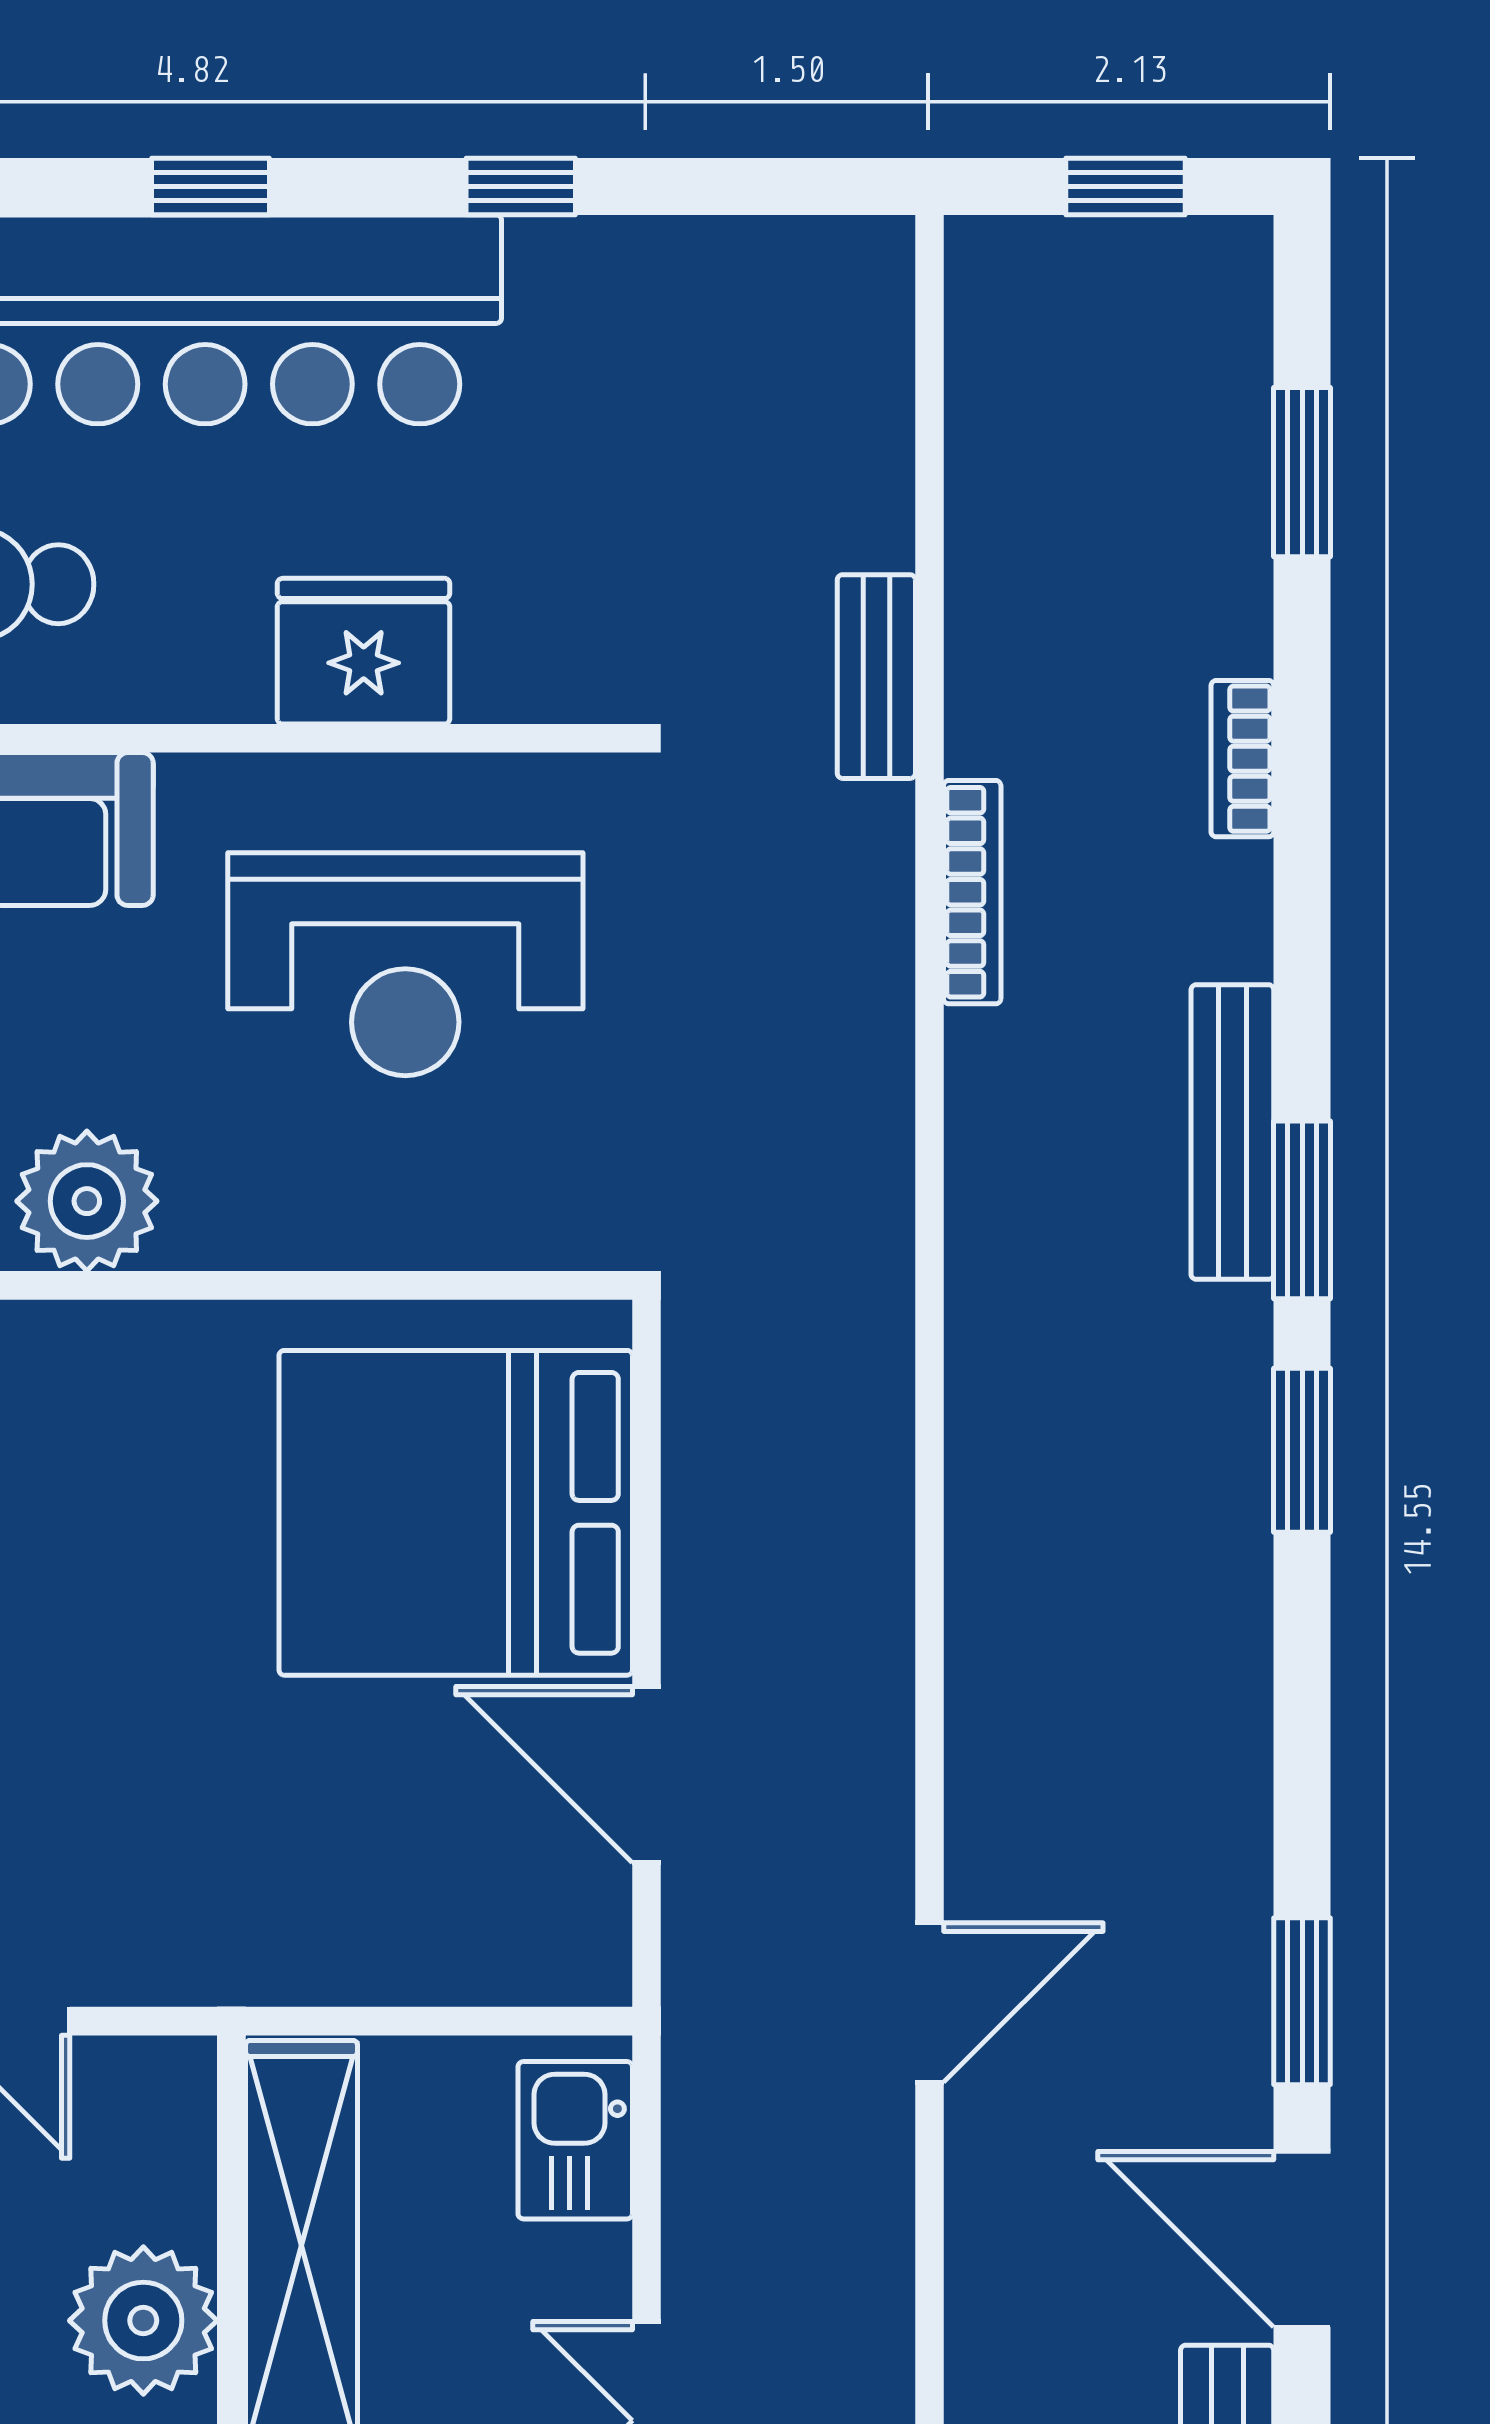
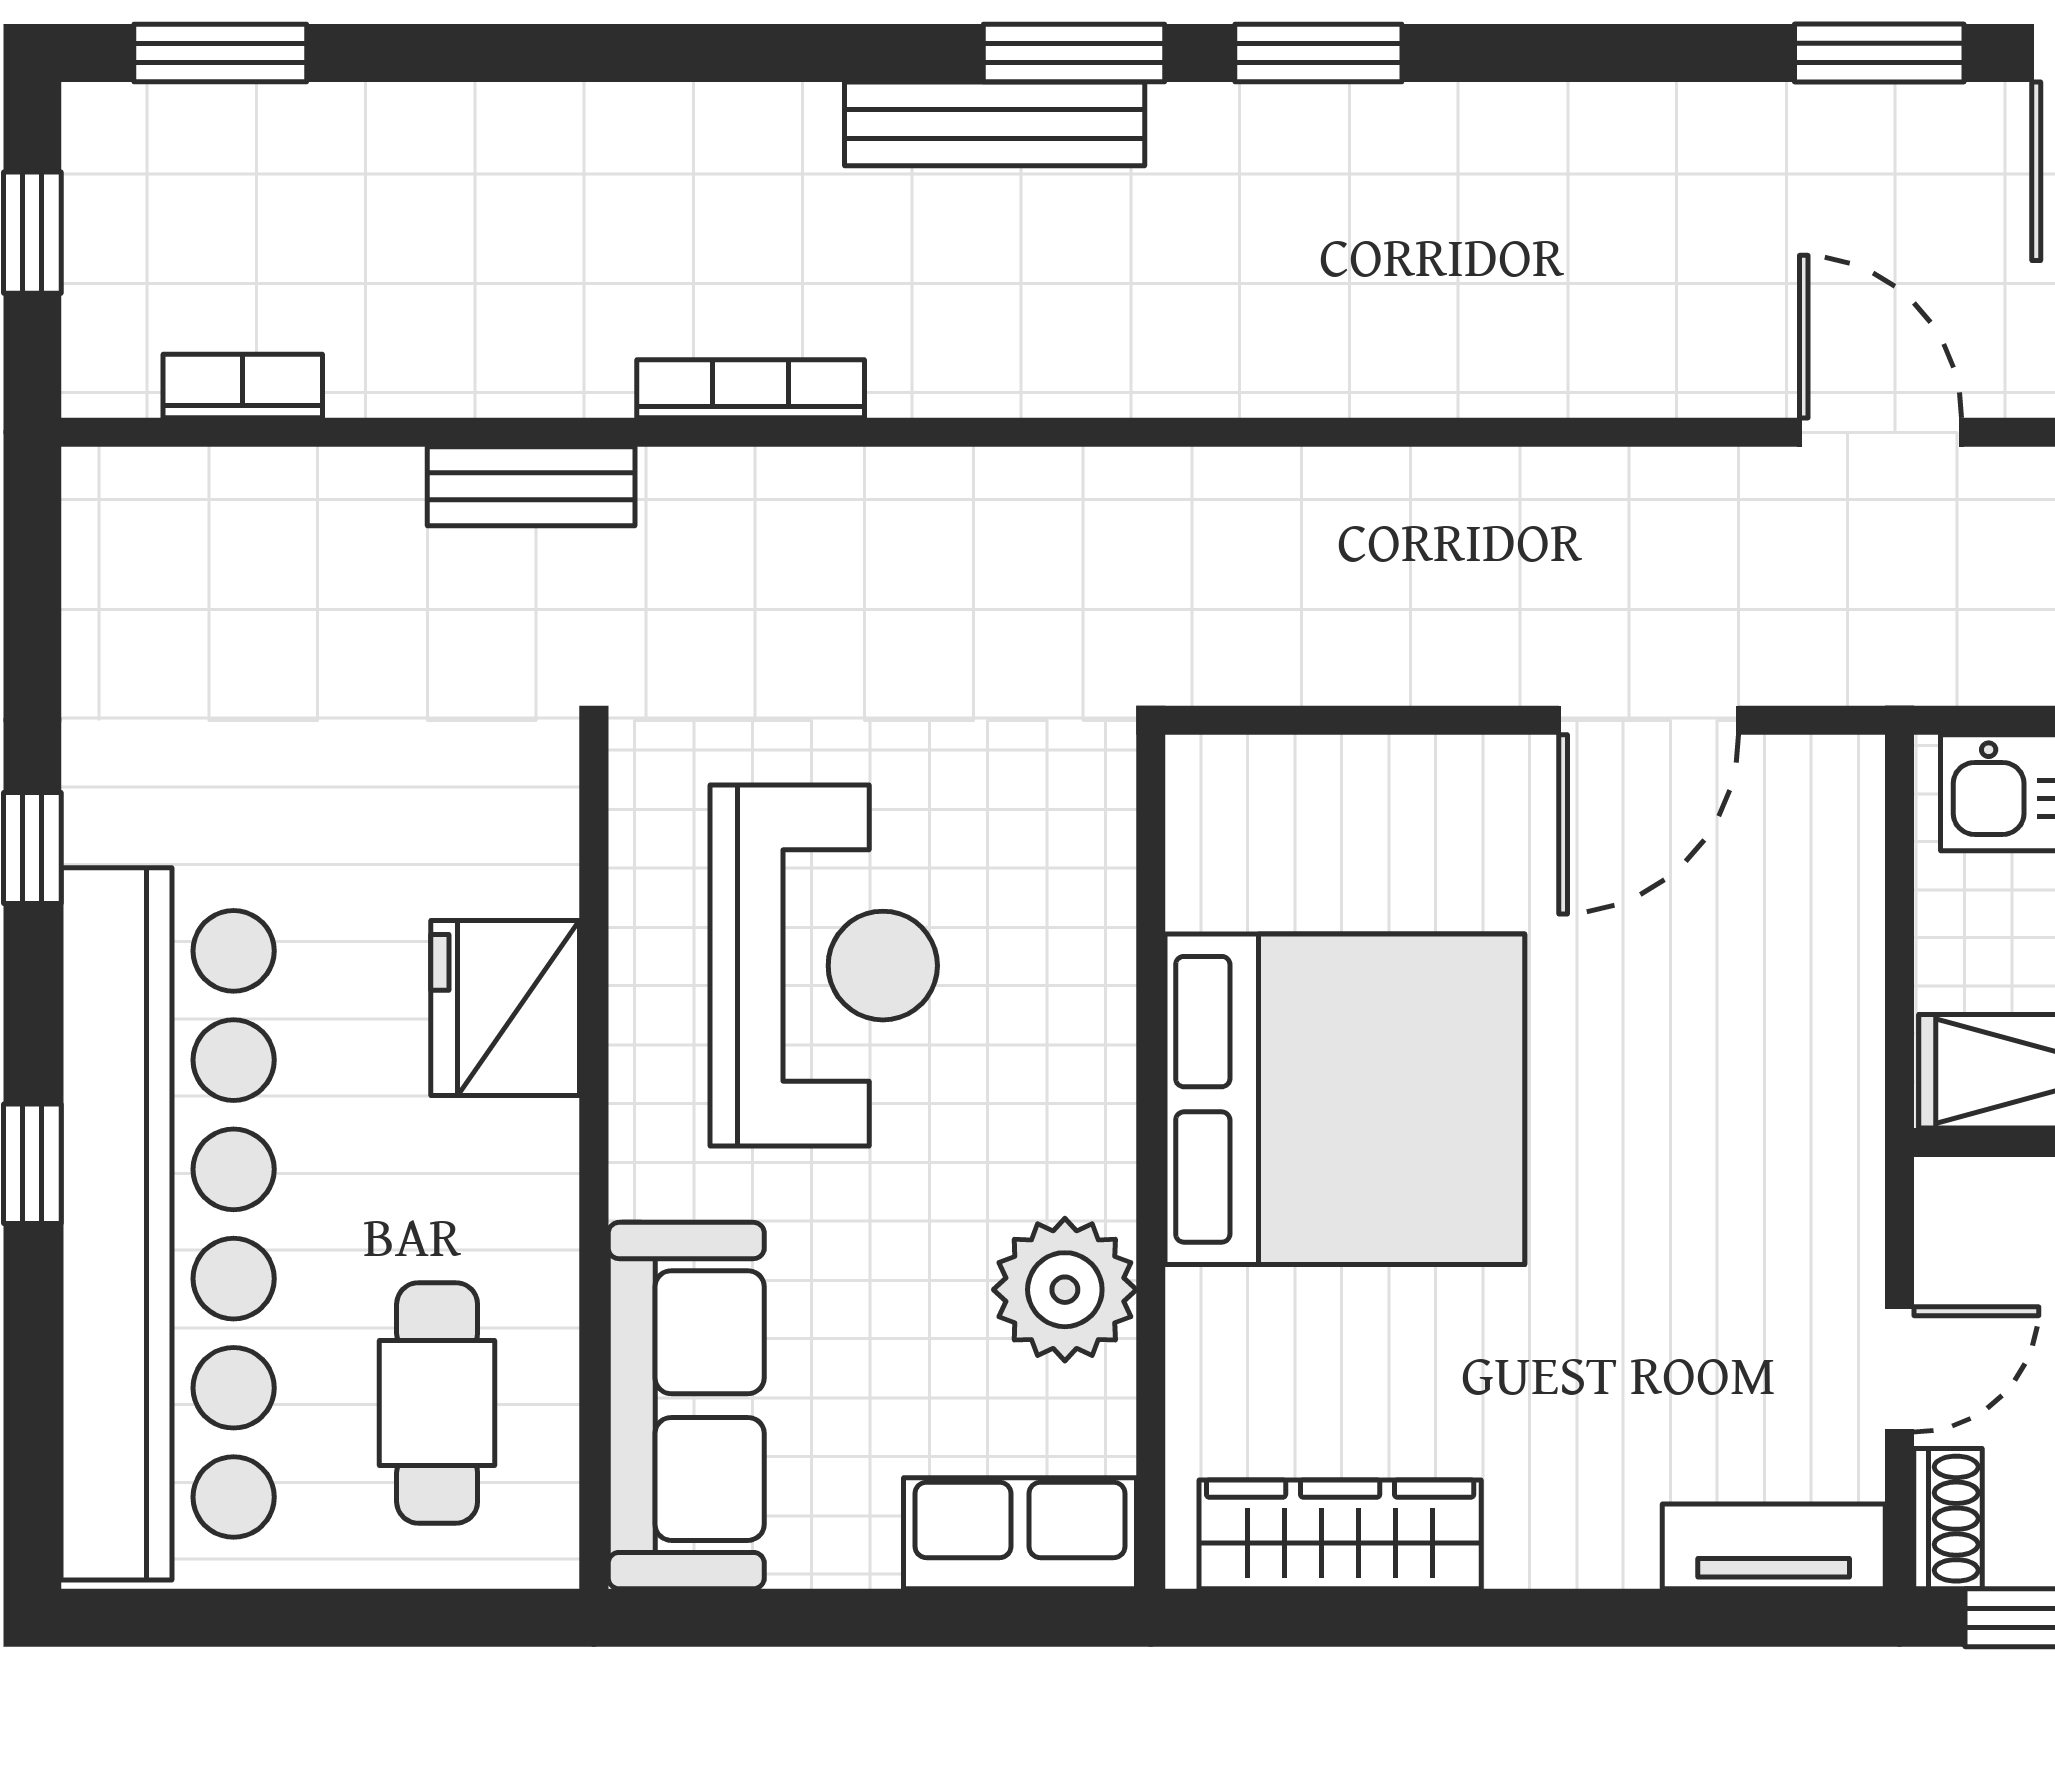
window: (1302, 472) -> (220, 53), moved
bookcase: (1242, 759) -> (243, 386), moved, turned 180
bed: (456, 1513) -> (1345, 1099), moved, turned -90

